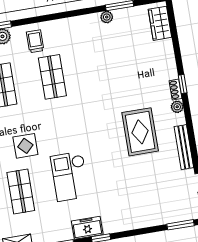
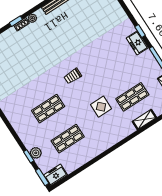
trolley: (35, 41) -> (73, 76), moved
rug: (140, 132) -> (59, 35), removed
checkout: (70, 176) -> (108, 69), removed

